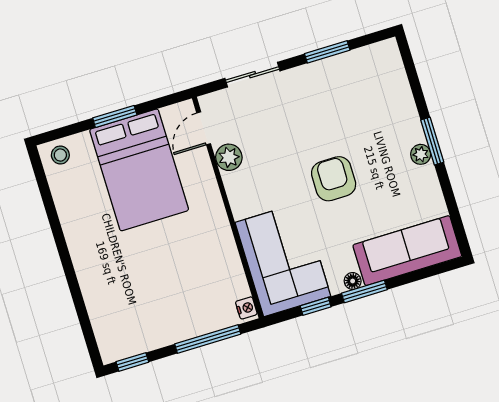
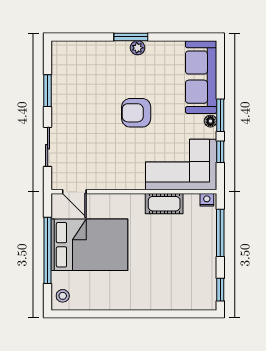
window: (115, 116) -> (48, 250), width x2.11
plant: (229, 157) -> (100, 180), removed
cot: (224, 253) -> (164, 204), added

